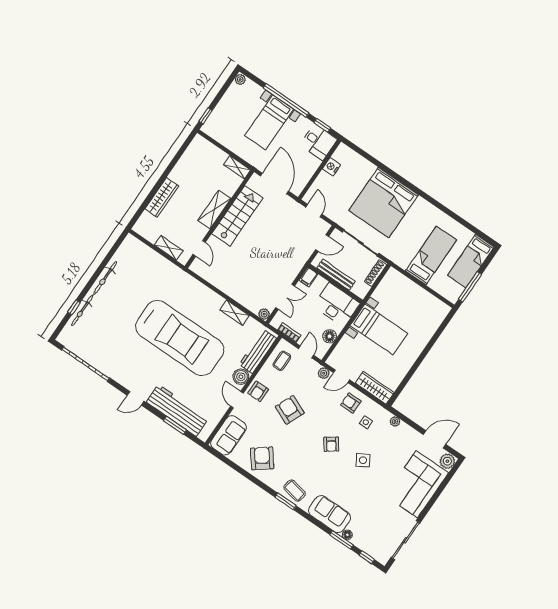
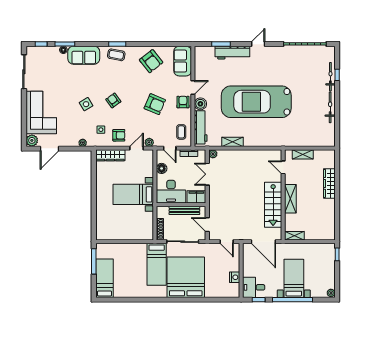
door: (322, 243) -> (207, 225), hinge flipped
bed: (431, 255) -> (157, 264), moved
filing cabinet: (308, 277) -> (196, 197), width x2.00
door: (237, 400) -> (193, 88), hinge flipped
workbench: (177, 410) -> (232, 53), width x0.73, depth x0.76

